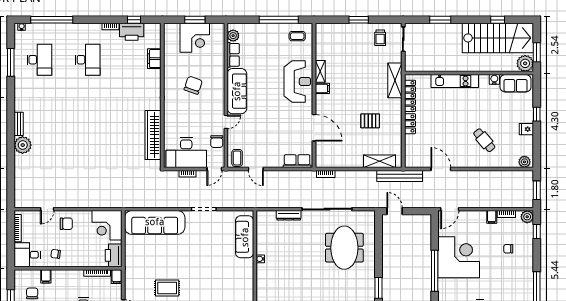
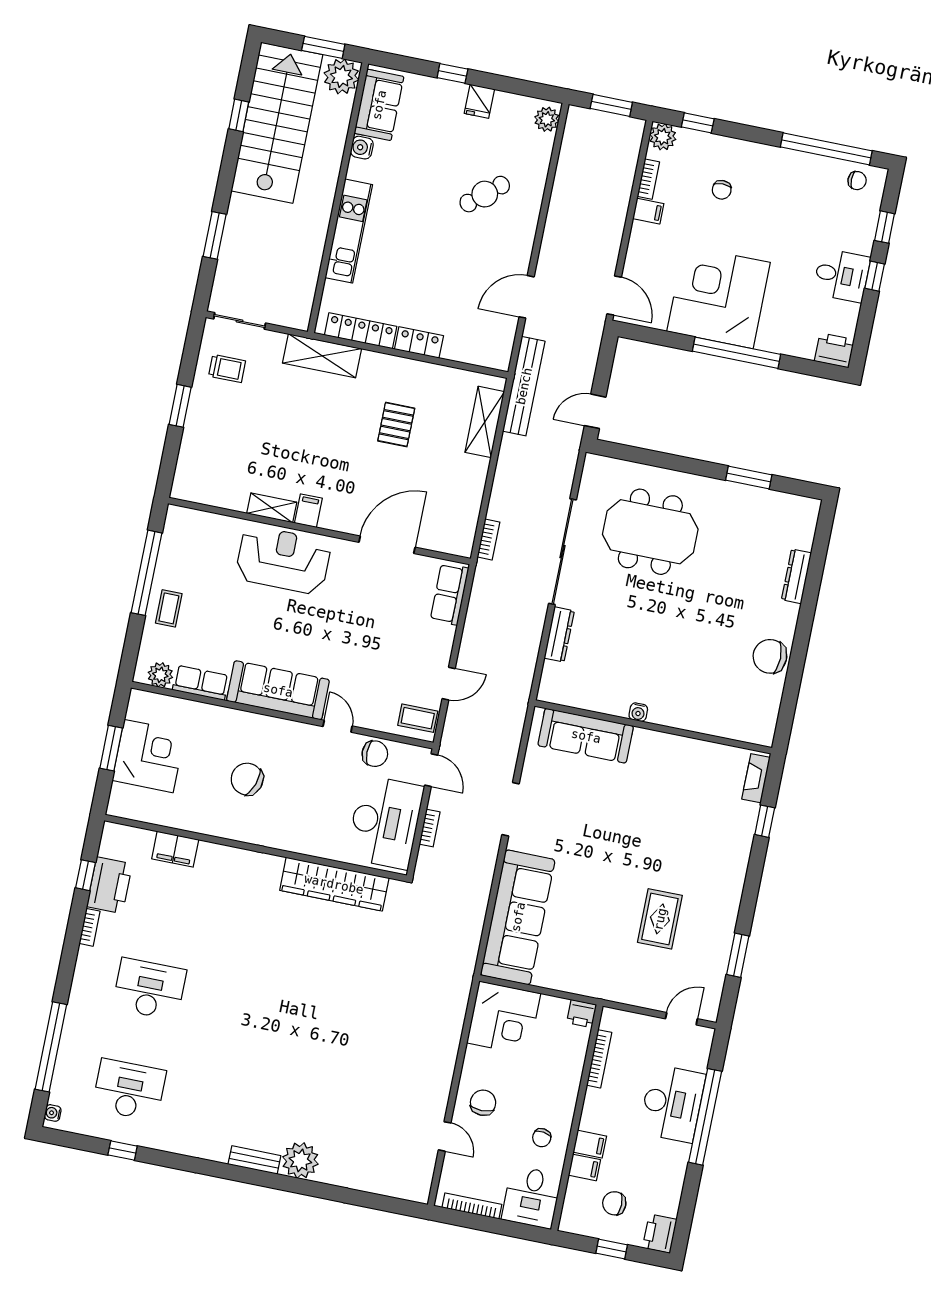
coffee table: (297, 36) -> (169, 608), moved
window: (11, 62) -> (123, 1150), width x0.46
printer: (114, 255) -> (582, 1014), width x0.53, depth x0.68
filing cabinet: (117, 277) -> (590, 1144), moved

